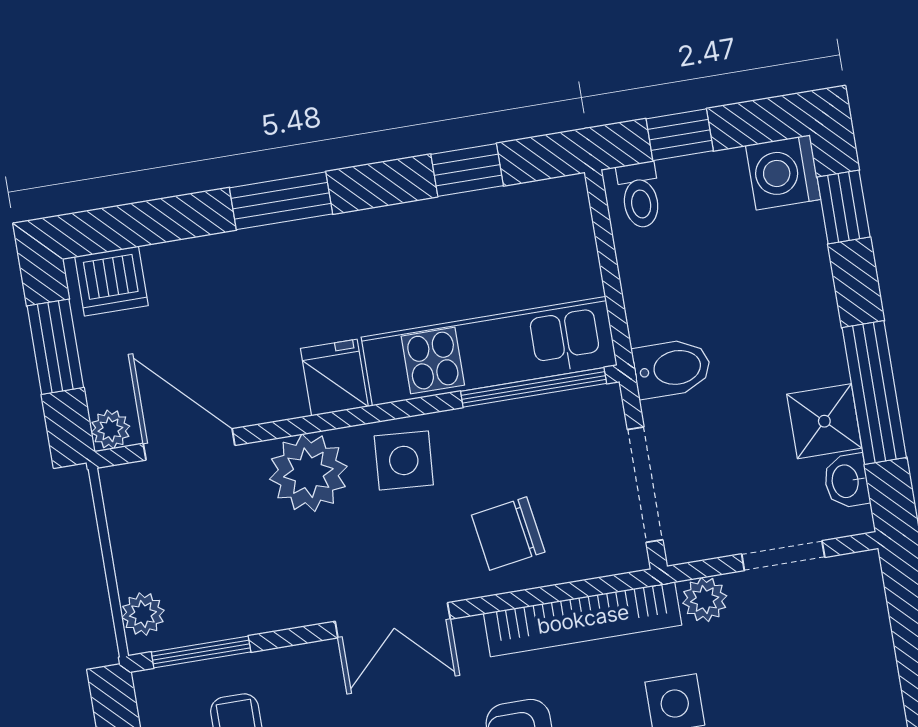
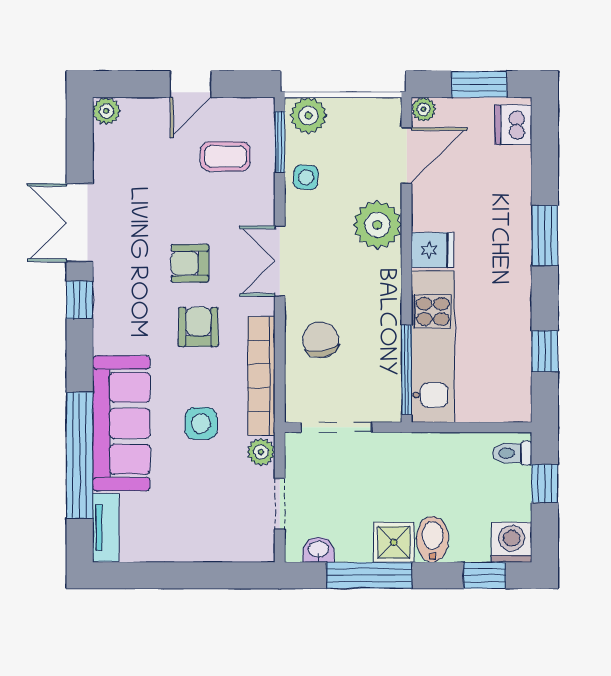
bidet: (672, 368) -> (432, 539), moved, turned 180
shower: (824, 421) -> (394, 542), moved
side table: (404, 460) -> (306, 177), moved, width x0.73, depth x0.73
plant: (143, 614) -> (308, 115), width x1.38, depth x1.38

